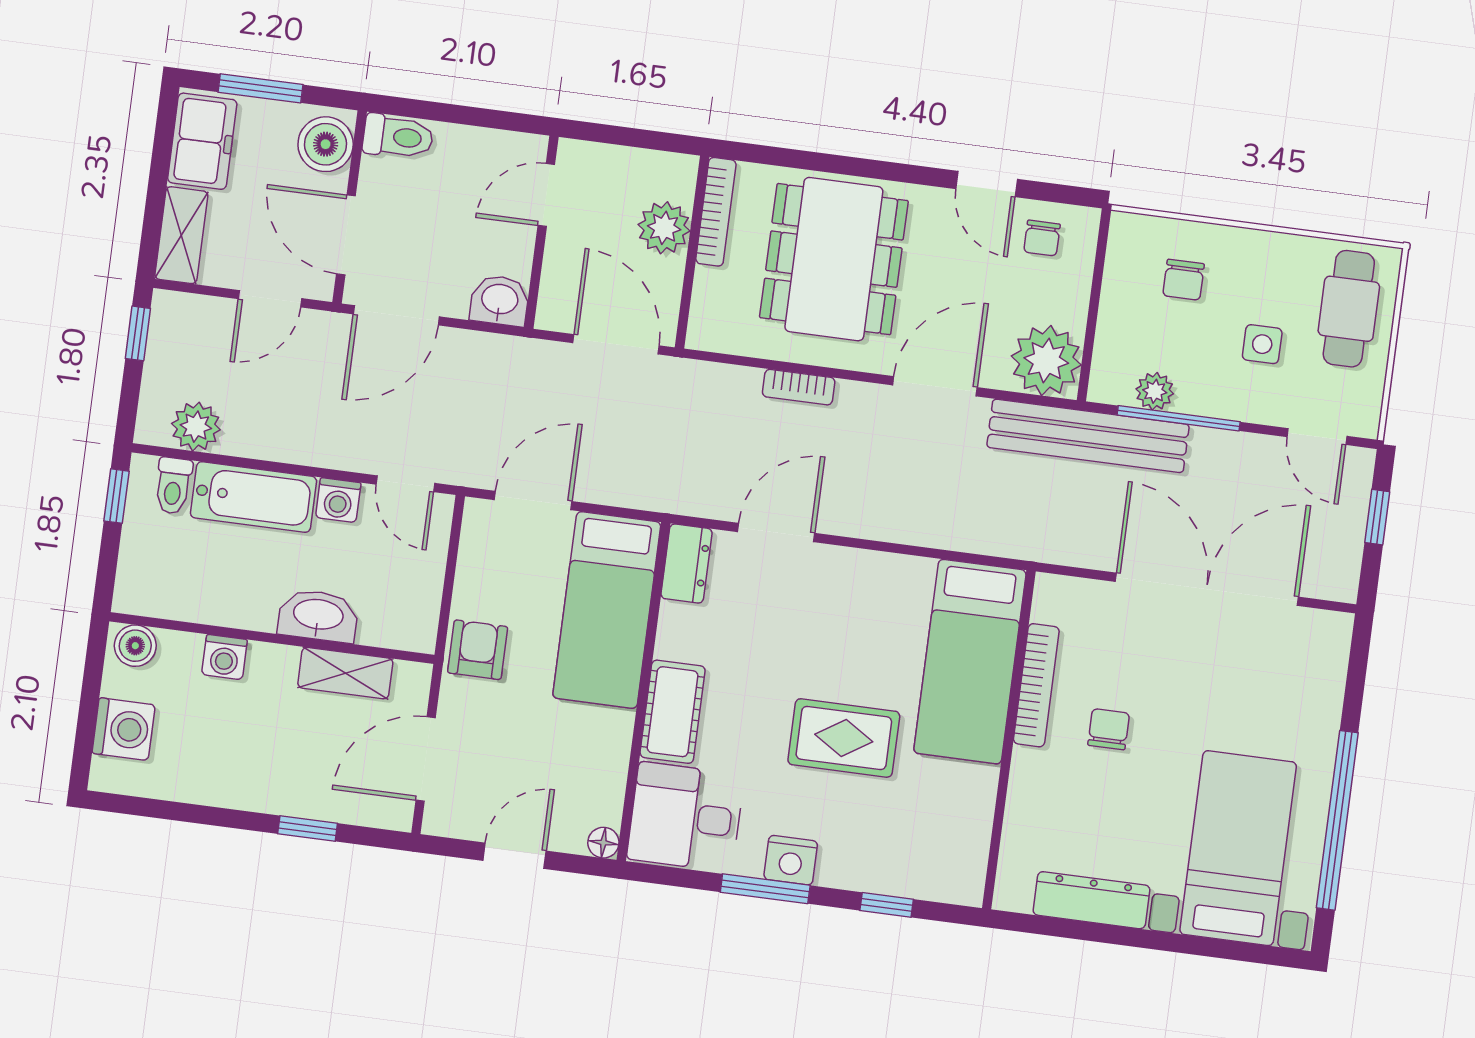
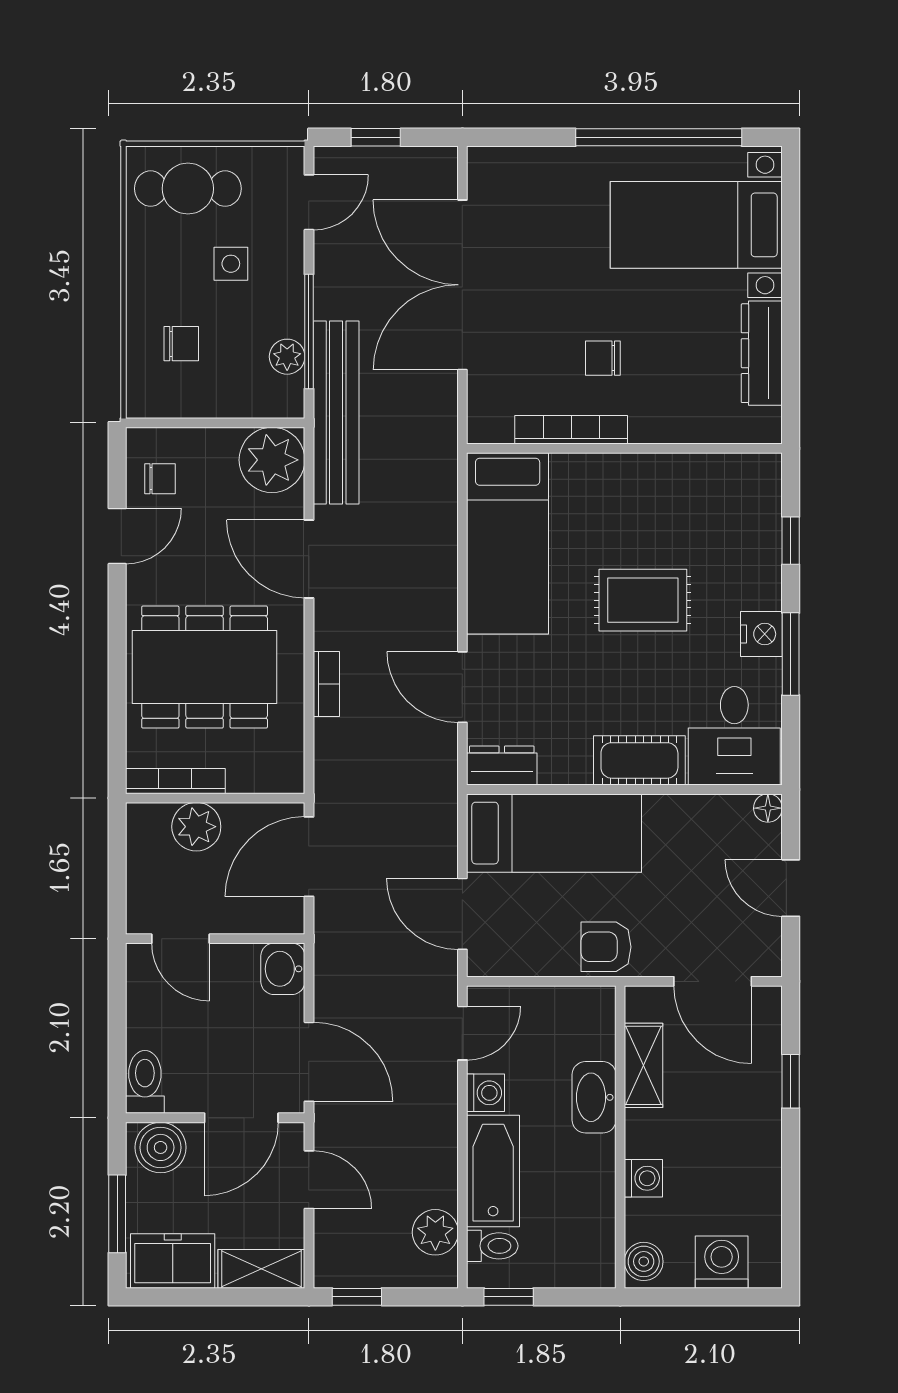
bed: (970, 662) -> (508, 543), moved, turned 90
rug: (844, 738) -> (643, 600), turned 90

